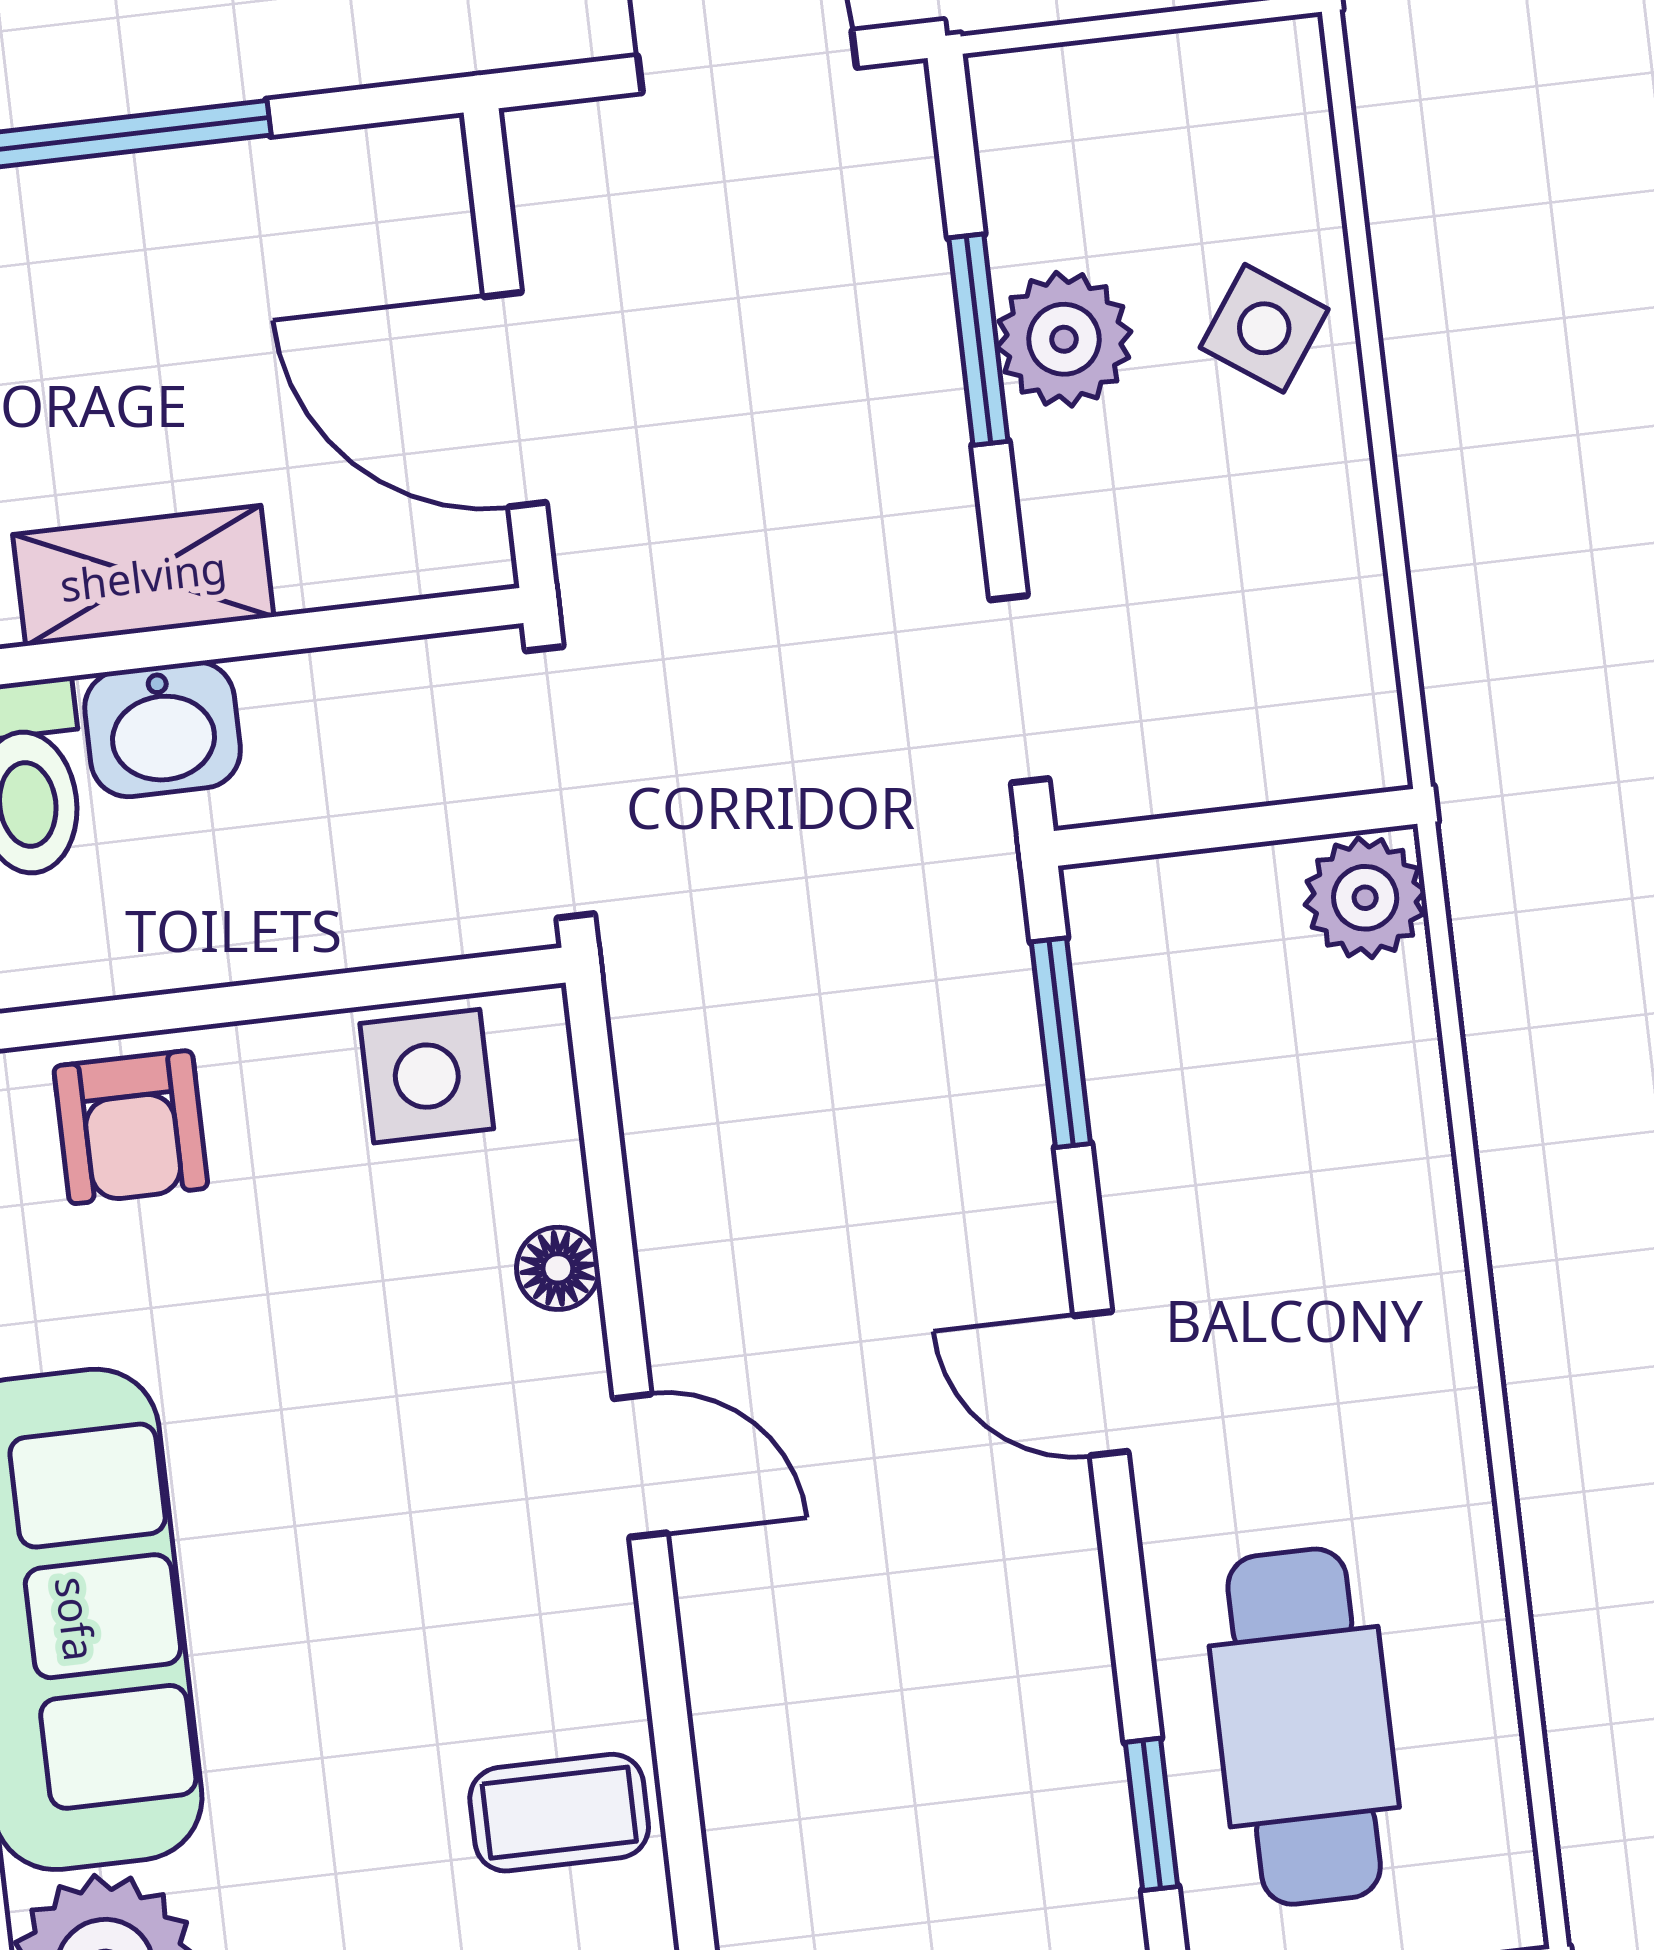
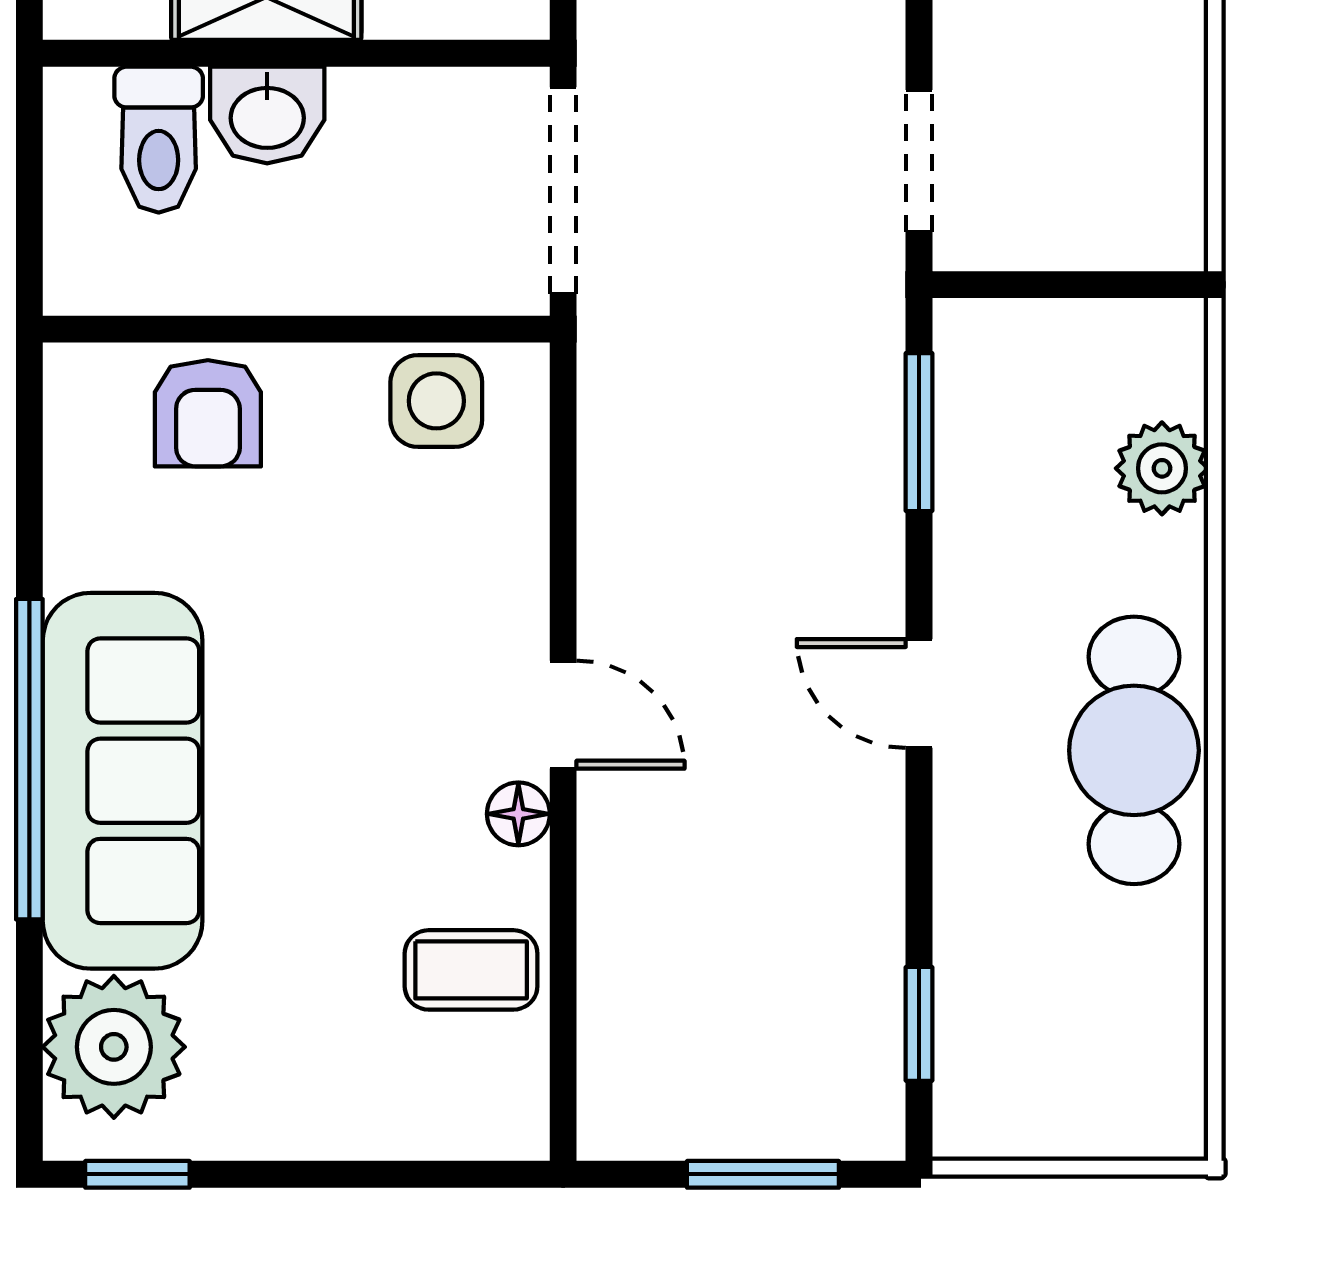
plant: (1365, 898) -> (1162, 468), moved
floor lamp: (558, 1268) -> (518, 814), moved
cafe table: (1304, 1727) -> (1134, 750), moved

